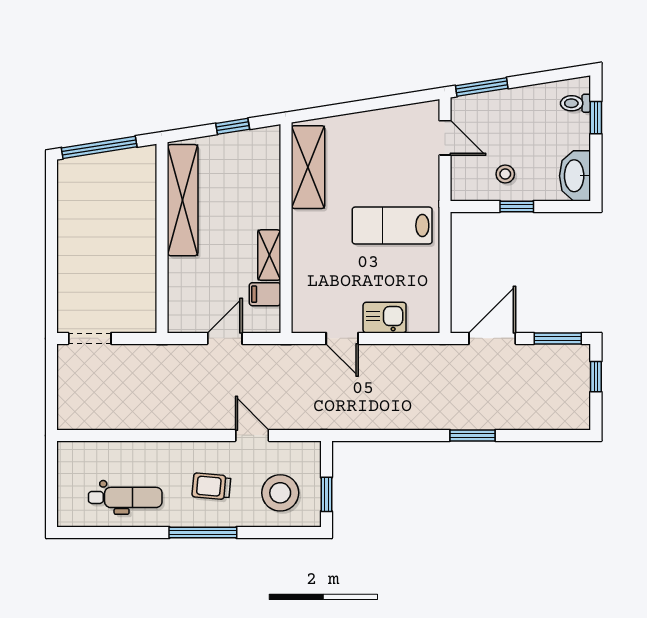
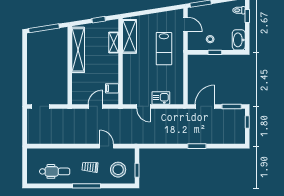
lab bench: (392, 226) -> (164, 49), moved, turned -90
shelving: (269, 255) -> (114, 42), moved

